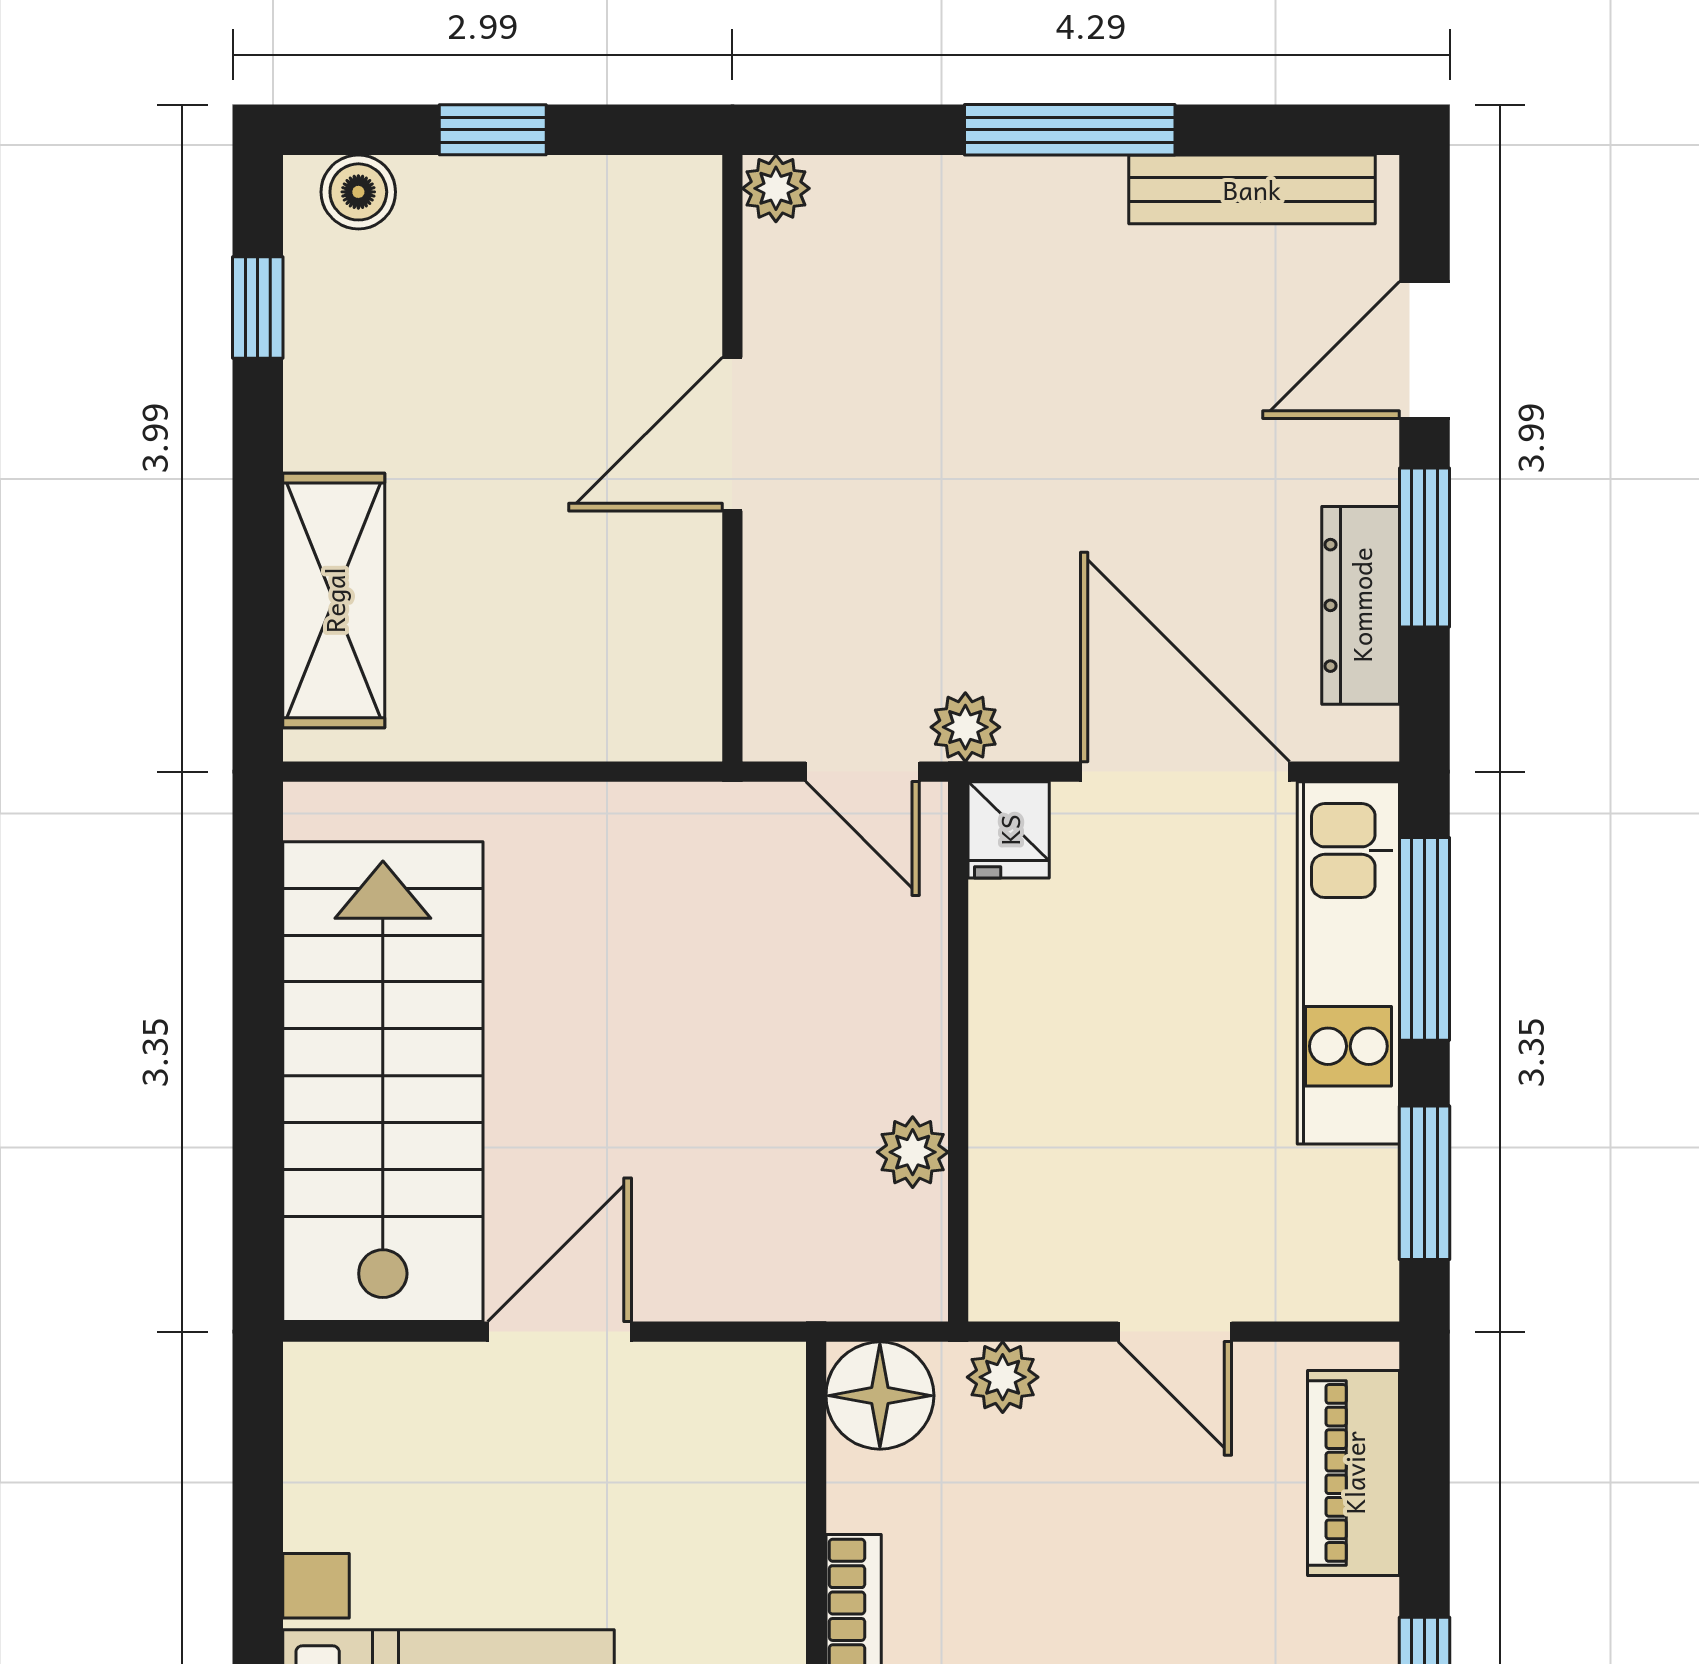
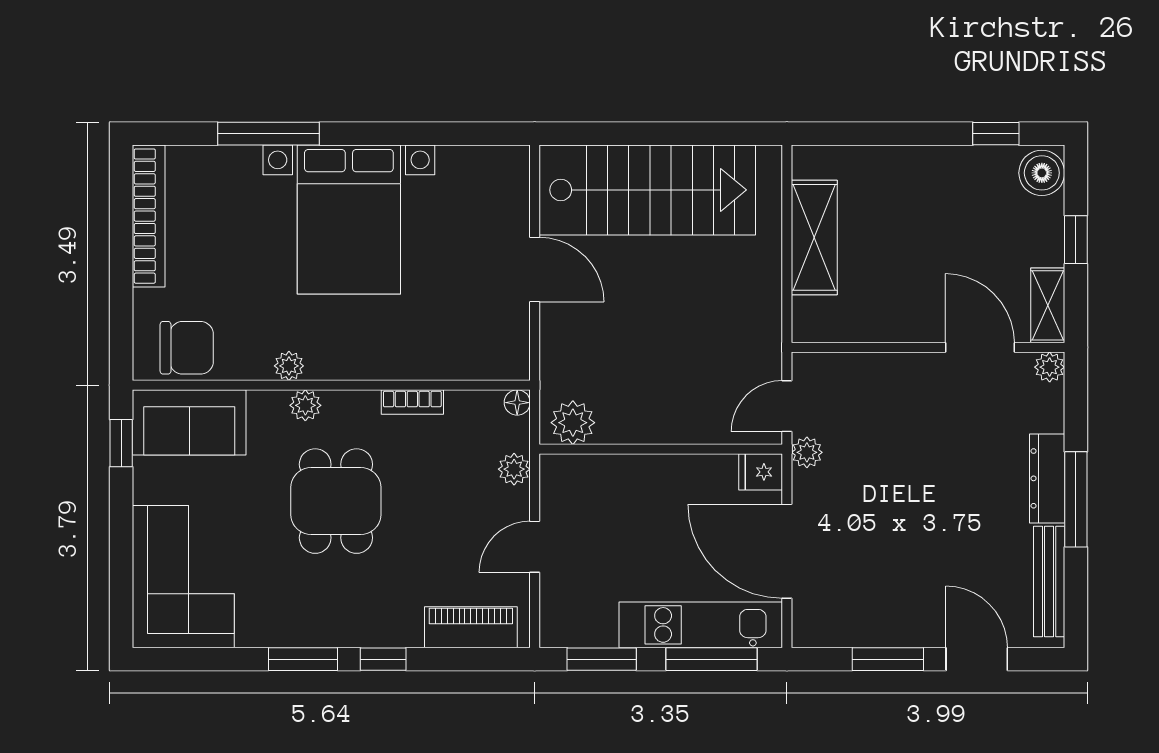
boiler: (358, 192) -> (1042, 173), width x1.36, depth x1.36
shelving: (639, 192) -> (1048, 305), added
door: (732, 434) -> (980, 347), moved
shelving: (334, 600) -> (814, 237), moved, turned 90
dresser: (1361, 605) -> (1047, 478), moved, turned -90
door: (1185, 772) -> (787, 551), swing flipped
plant: (913, 1152) -> (573, 423), moved, width x1.38, depth x1.38
floor lamp: (880, 1396) -> (517, 403), width x0.53, depth x0.53

